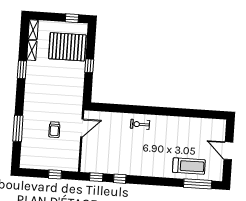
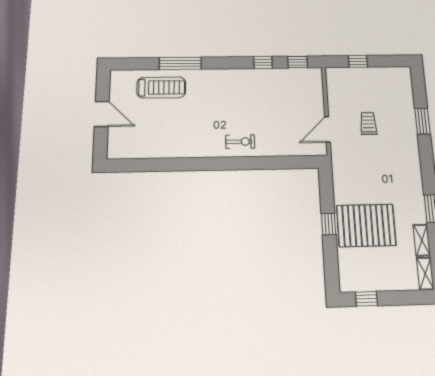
pallet: (67, 47) -> (366, 225), moved
window: (18, 128) -> (422, 121), width x0.69
treadmill: (189, 166) -> (161, 87), turned 180
window: (198, 184) -> (180, 63), moved

